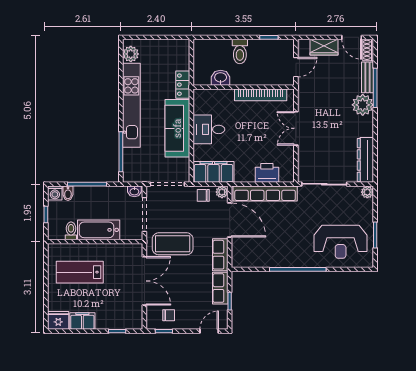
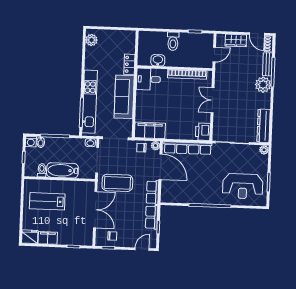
kitchen unit: (131, 105) -> (90, 102), moved
desk: (209, 129) -> (148, 79), moved
printer: (267, 173) -> (203, 132), moved, turned -90

